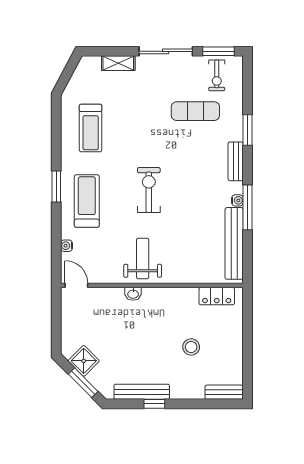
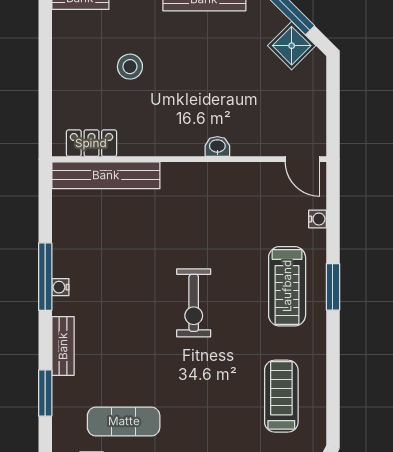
window: (56, 186) -> (333, 287), moved
bench: (234, 243) -> (106, 175), moved, turned 90
weight bench: (143, 258) -> (203, 200), removed

